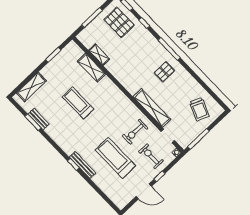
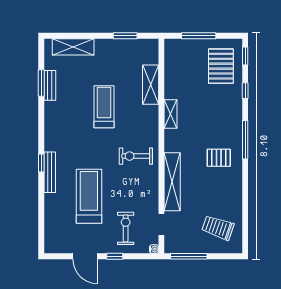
shelving: (99, 55) -> (171, 114), moved
trolley: (199, 109) -> (218, 228), turned 86
exercise bike: (135, 132) -> (136, 156), moved

